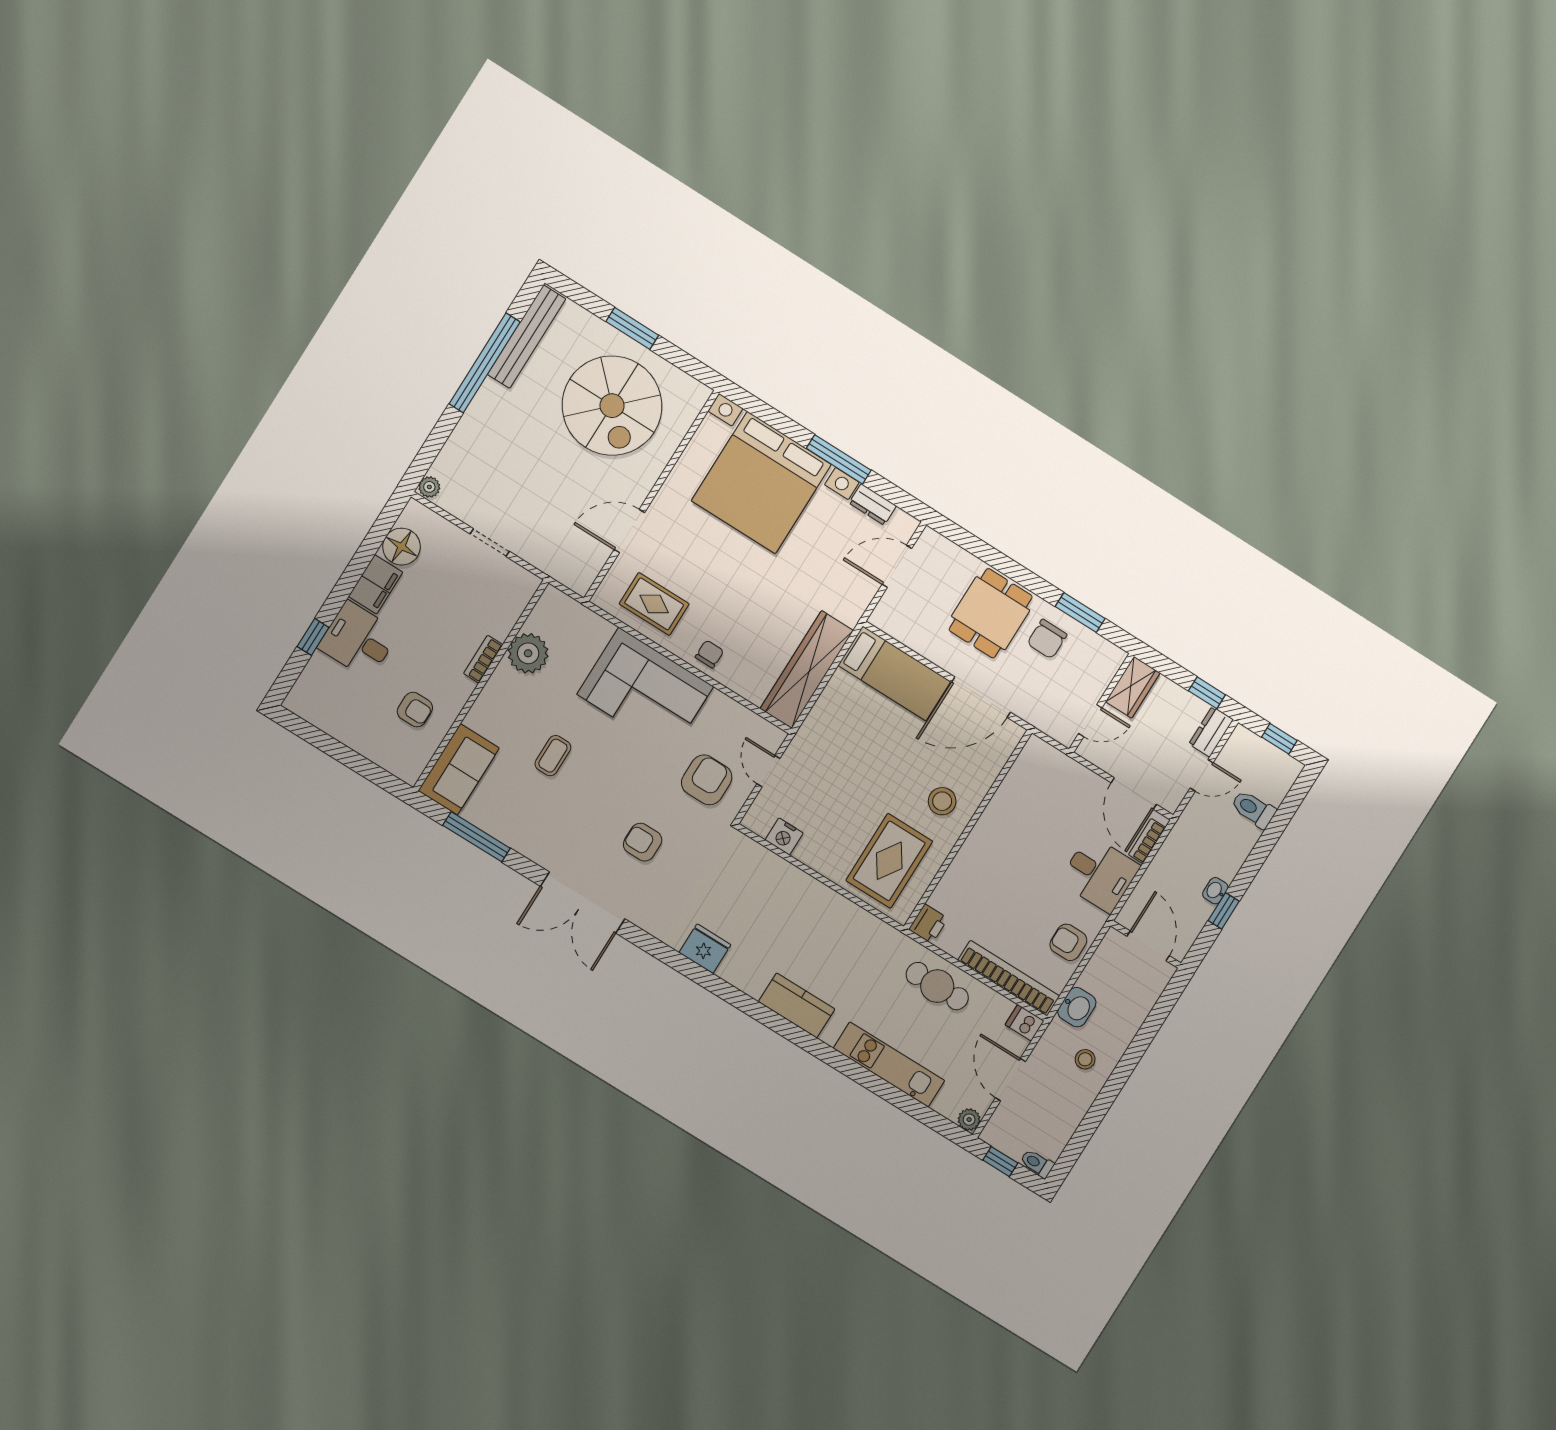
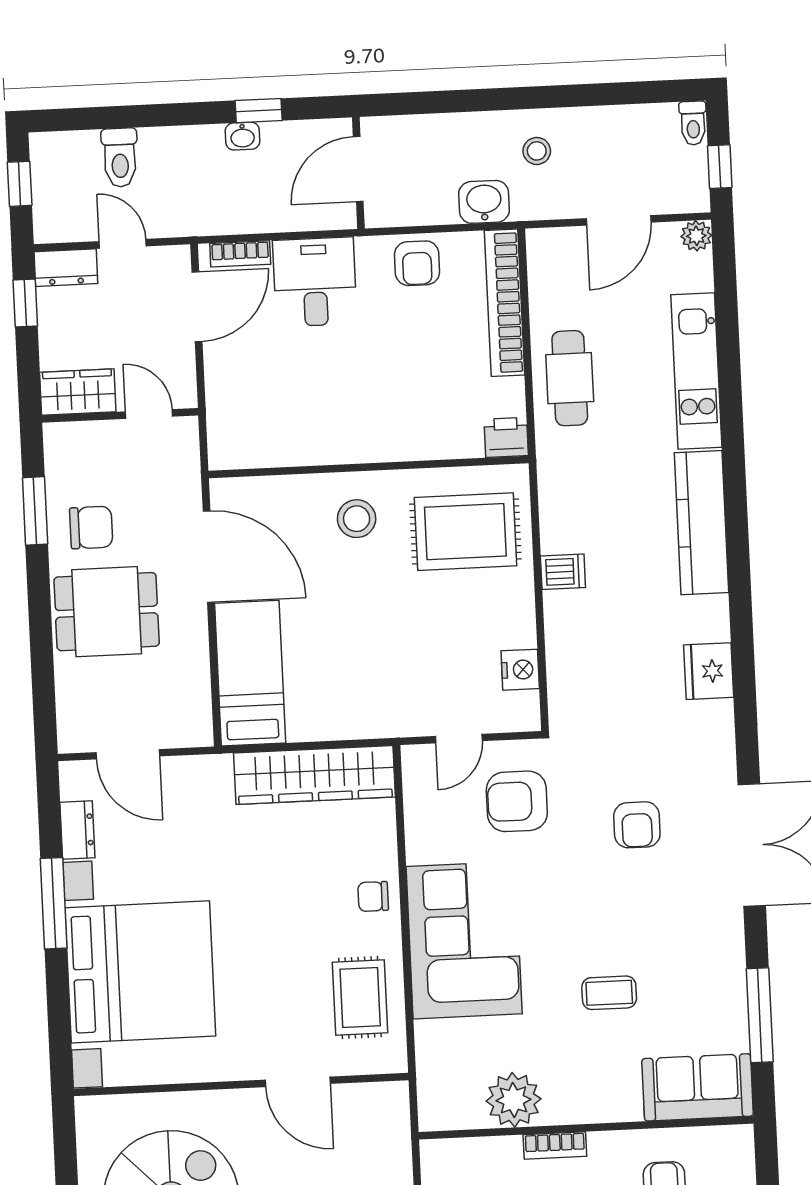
kitchen counter: (797, 1005) -> (702, 523), width x1.50
dishwasher: (1025, 1023) -> (563, 572), moved, turned -90

